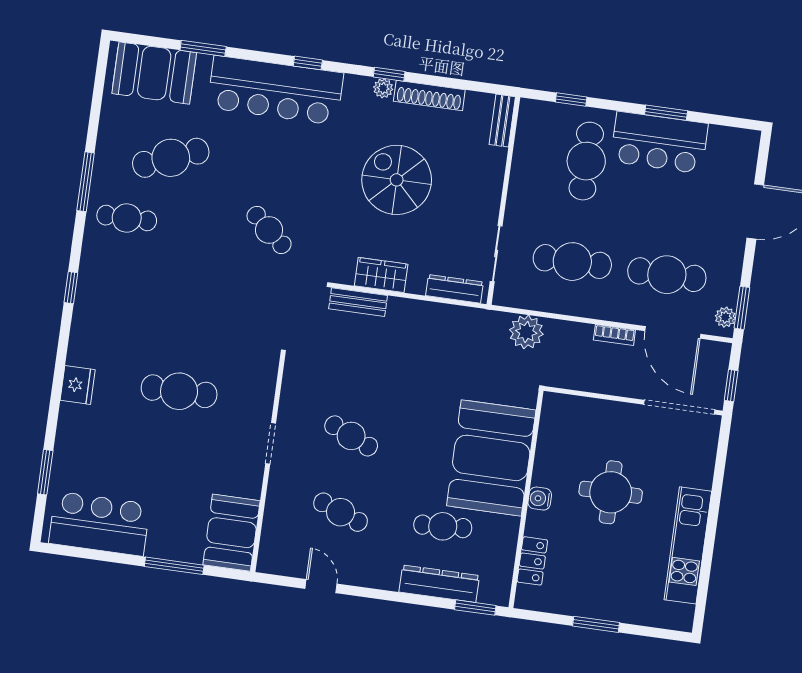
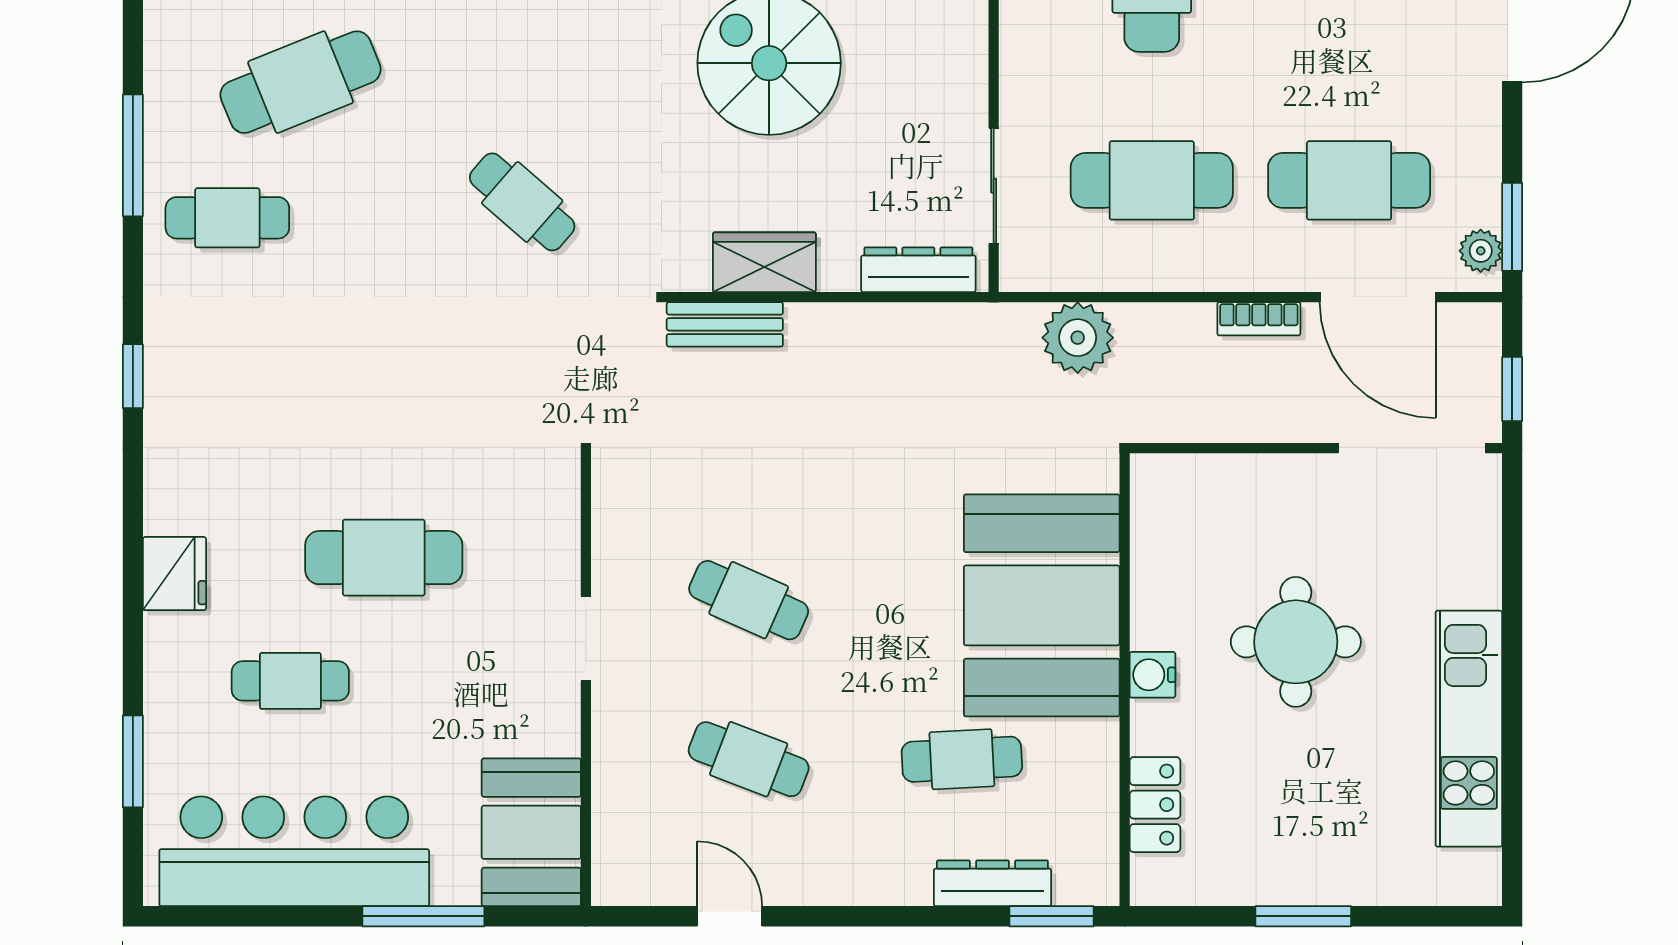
cafe table: (126, 444) -> (290, 681), added
bar counter: (99, 524) -> (294, 851), width x1.36
dresser: (439, 584) -> (992, 883), width x0.73, depth x0.80

